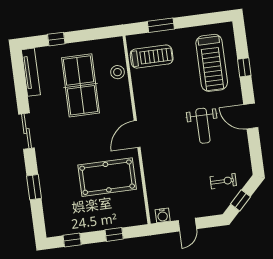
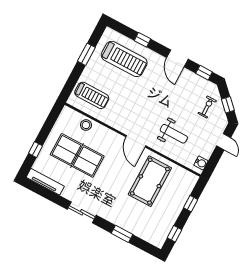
window: (161, 25) -> (86, 54), moved
treadmill: (152, 57) -> (92, 95), turned 90
door: (251, 116) -> (177, 58), hinge flipped
weight bench: (203, 126) -> (174, 134), moved
window: (256, 153) -> (204, 73), added
door: (187, 225) -> (224, 142), moved

